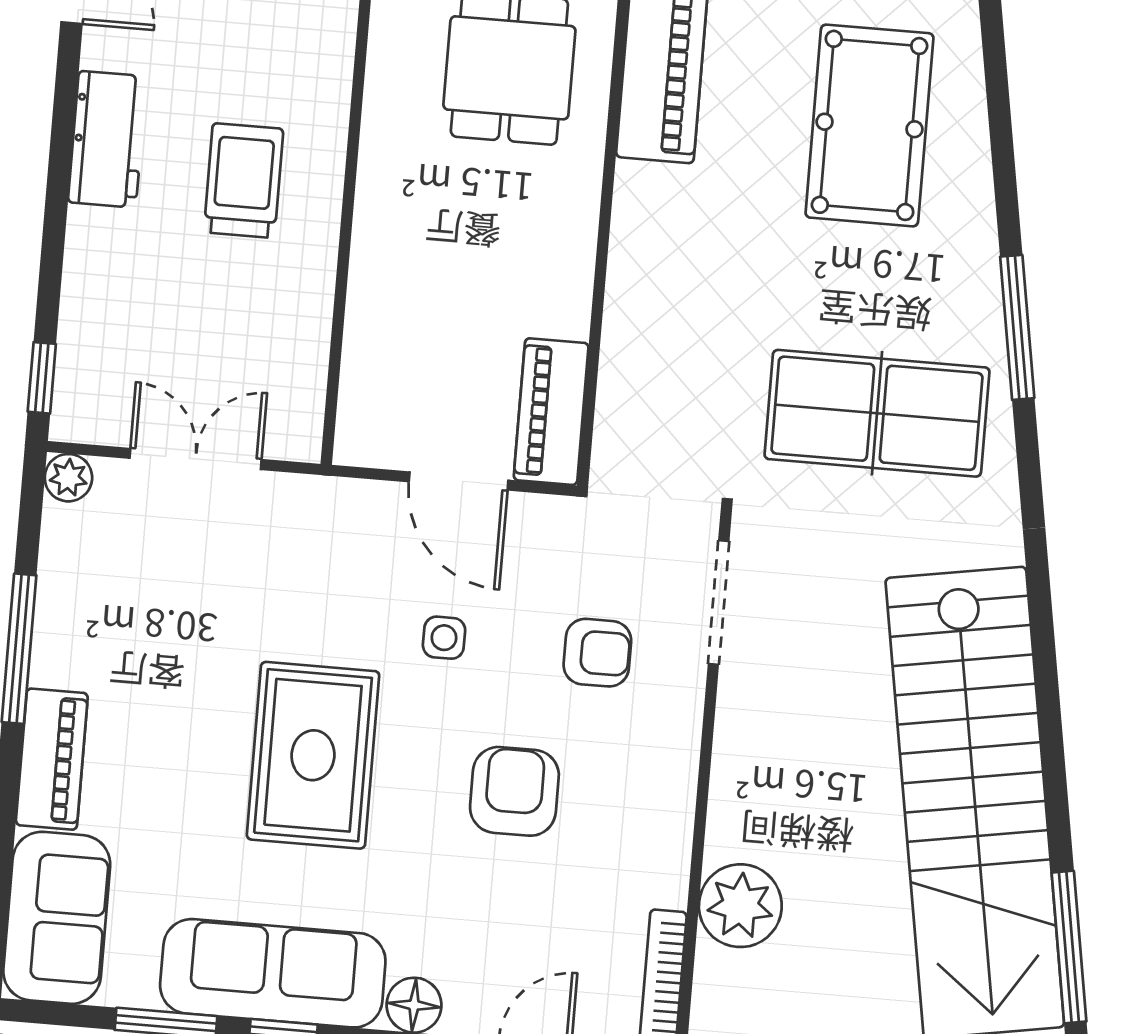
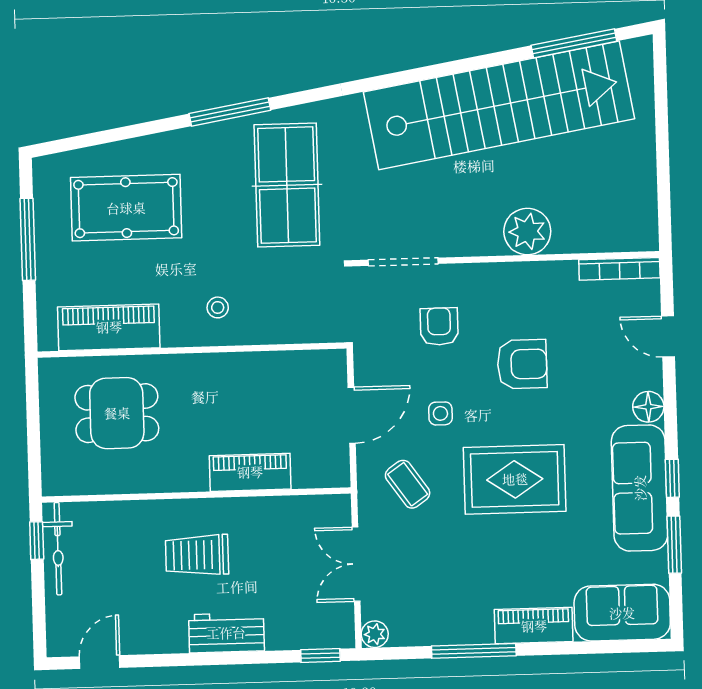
workbench: (107, 139) -> (226, 633), moved
stool: (675, 267) -> (218, 307), added
piano: (551, 412) -> (250, 472), moved, turned 180
coffee table: (326, 566) -> (408, 484), added
armchair: (514, 791) -> (522, 364), turned 180
plant: (740, 906) -> (527, 232), moved

